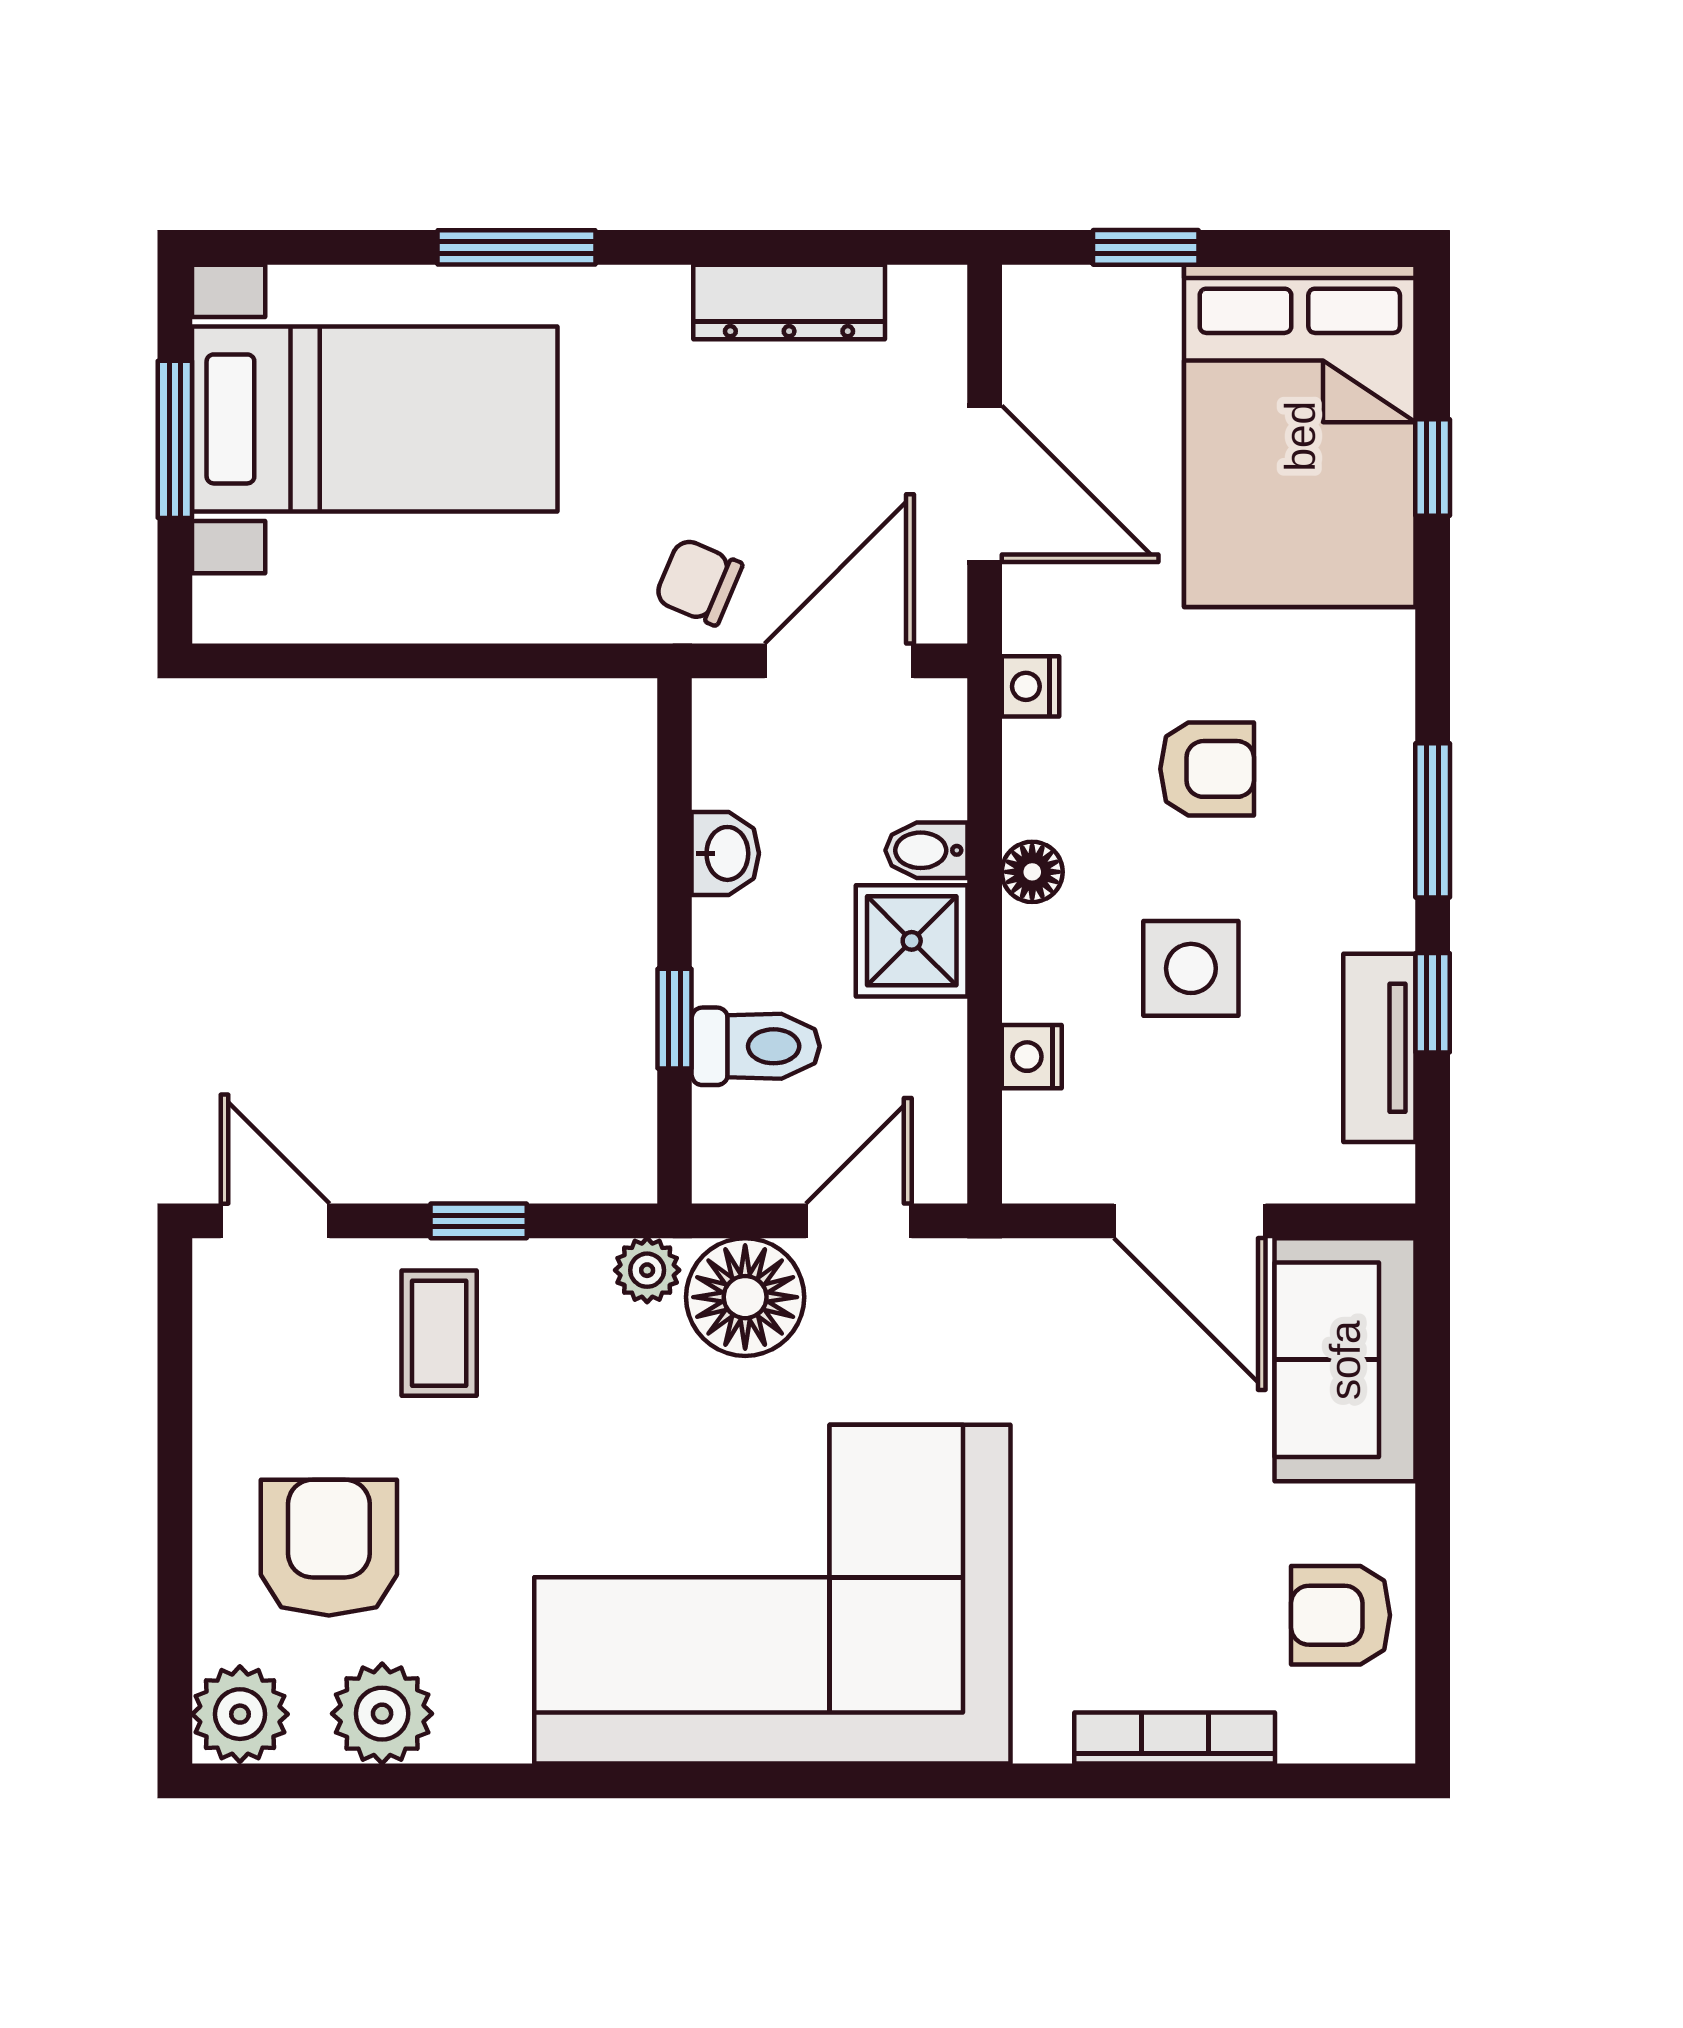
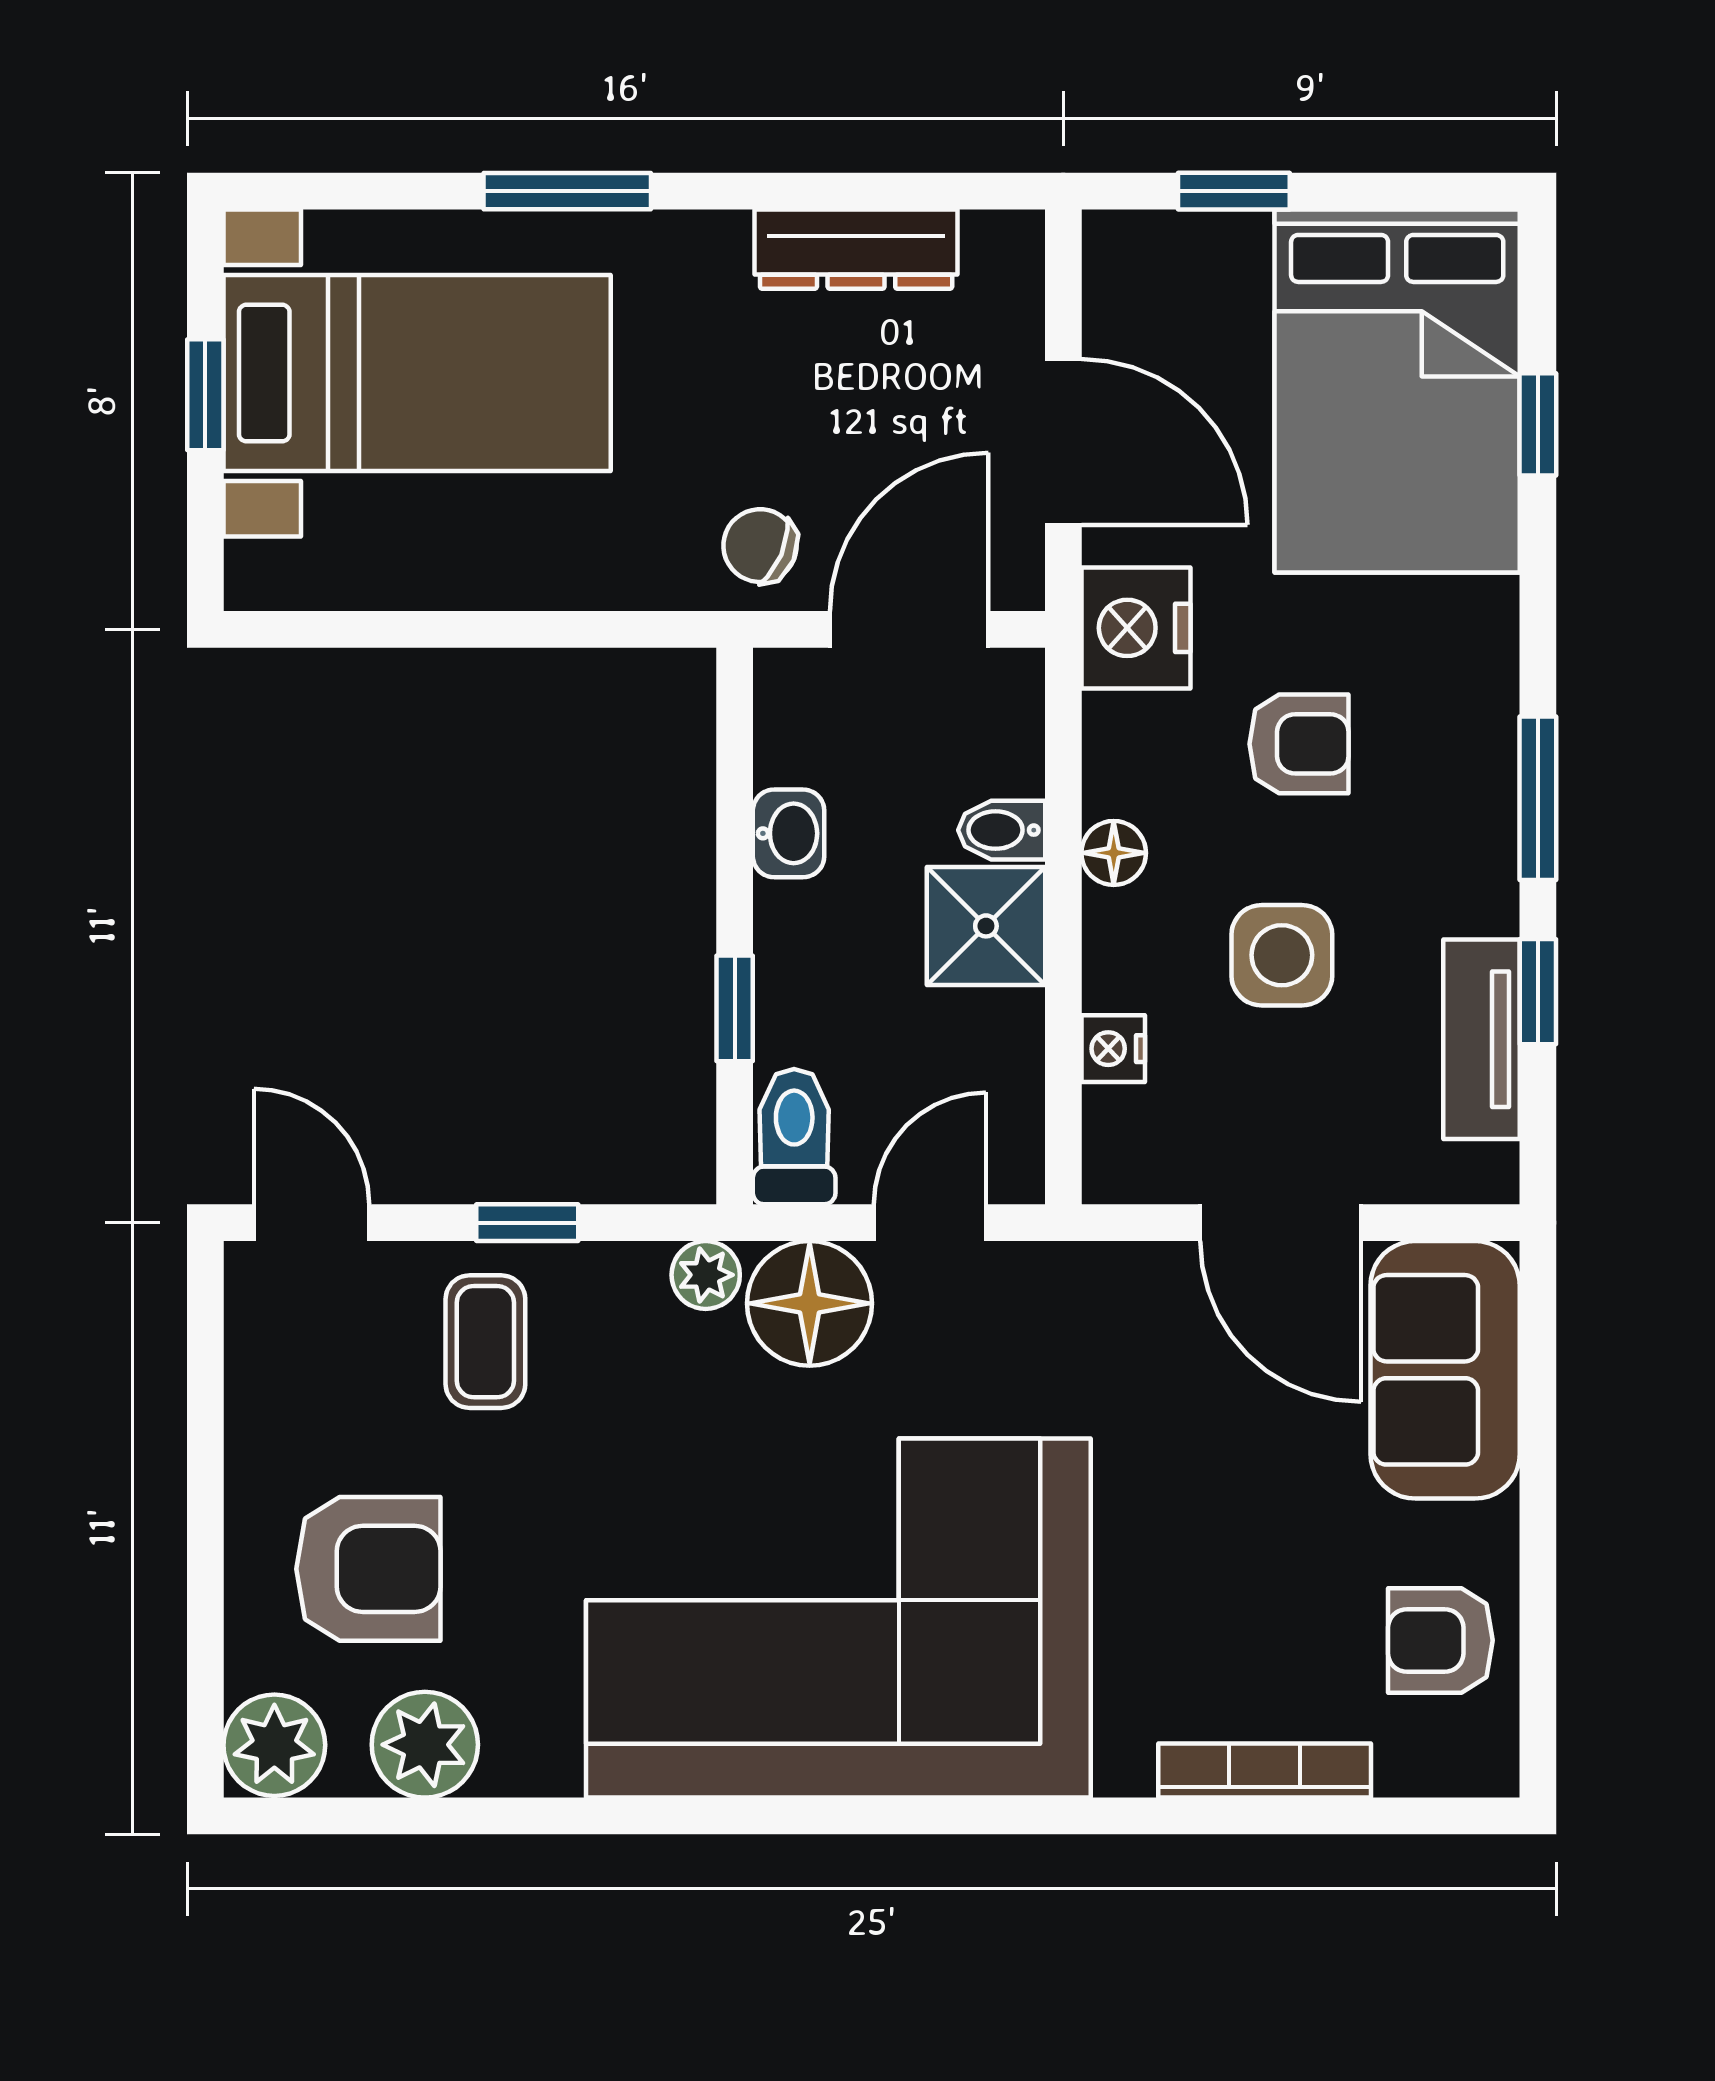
window: (175, 439) -> (205, 395), width x0.67
nightstand: (1030, 686) -> (1136, 628), width x1.89, depth x1.79
toilet: (756, 1046) -> (794, 1137), moved, turned -90
armchair: (329, 1548) -> (368, 1569), turned 90

